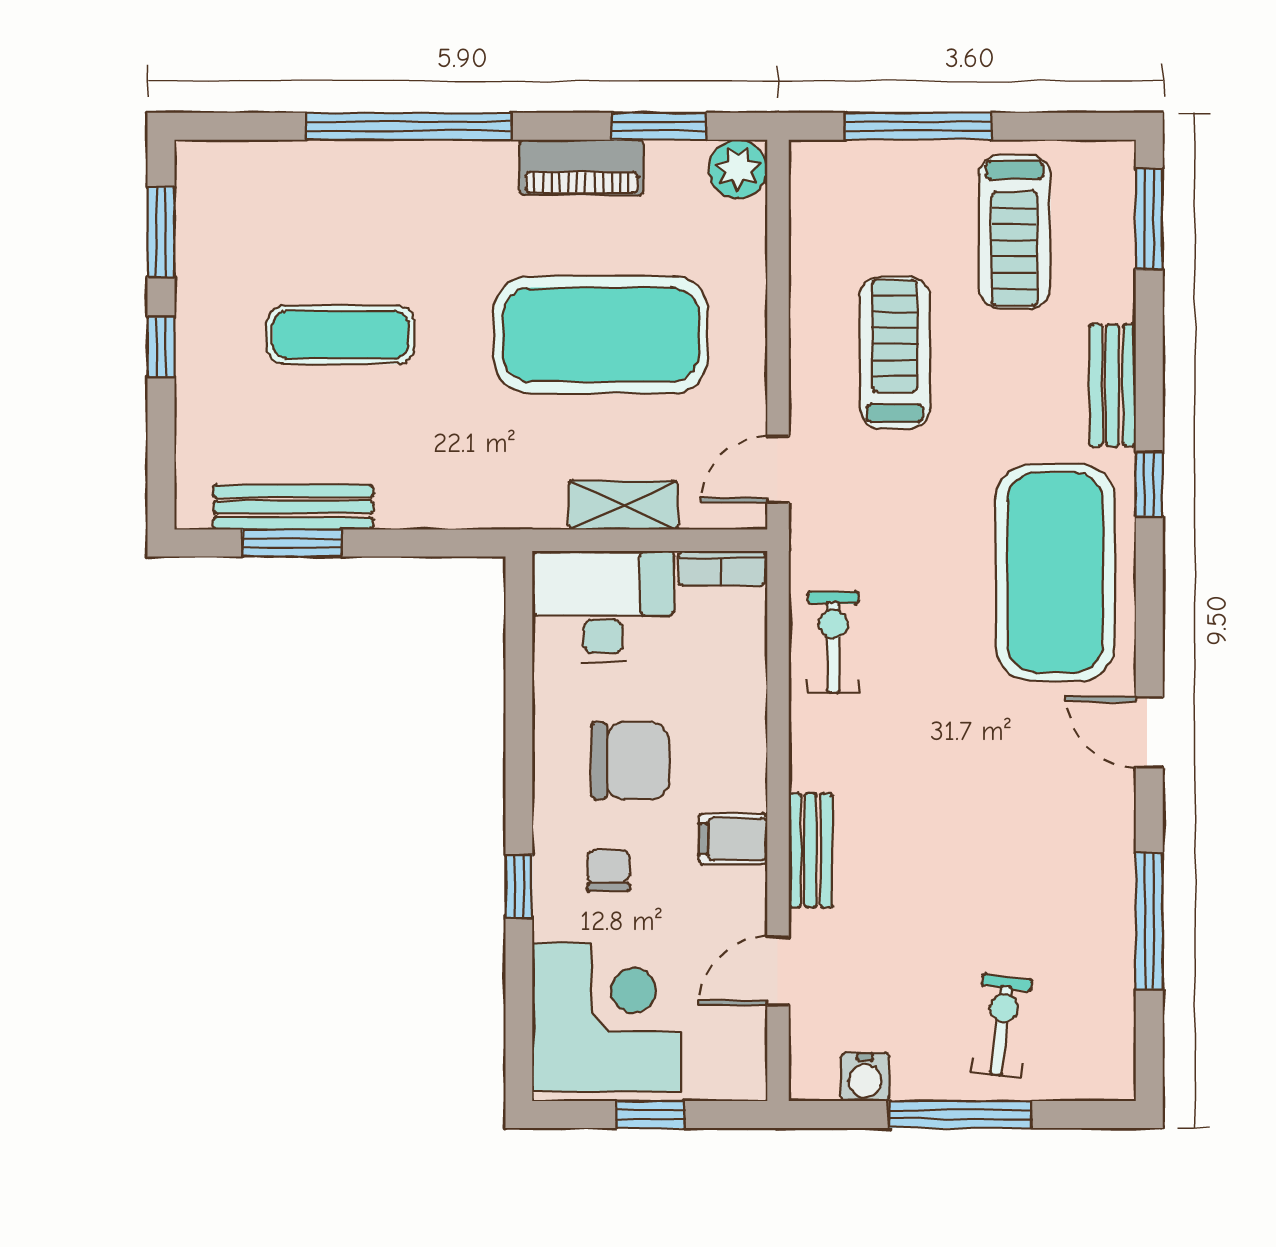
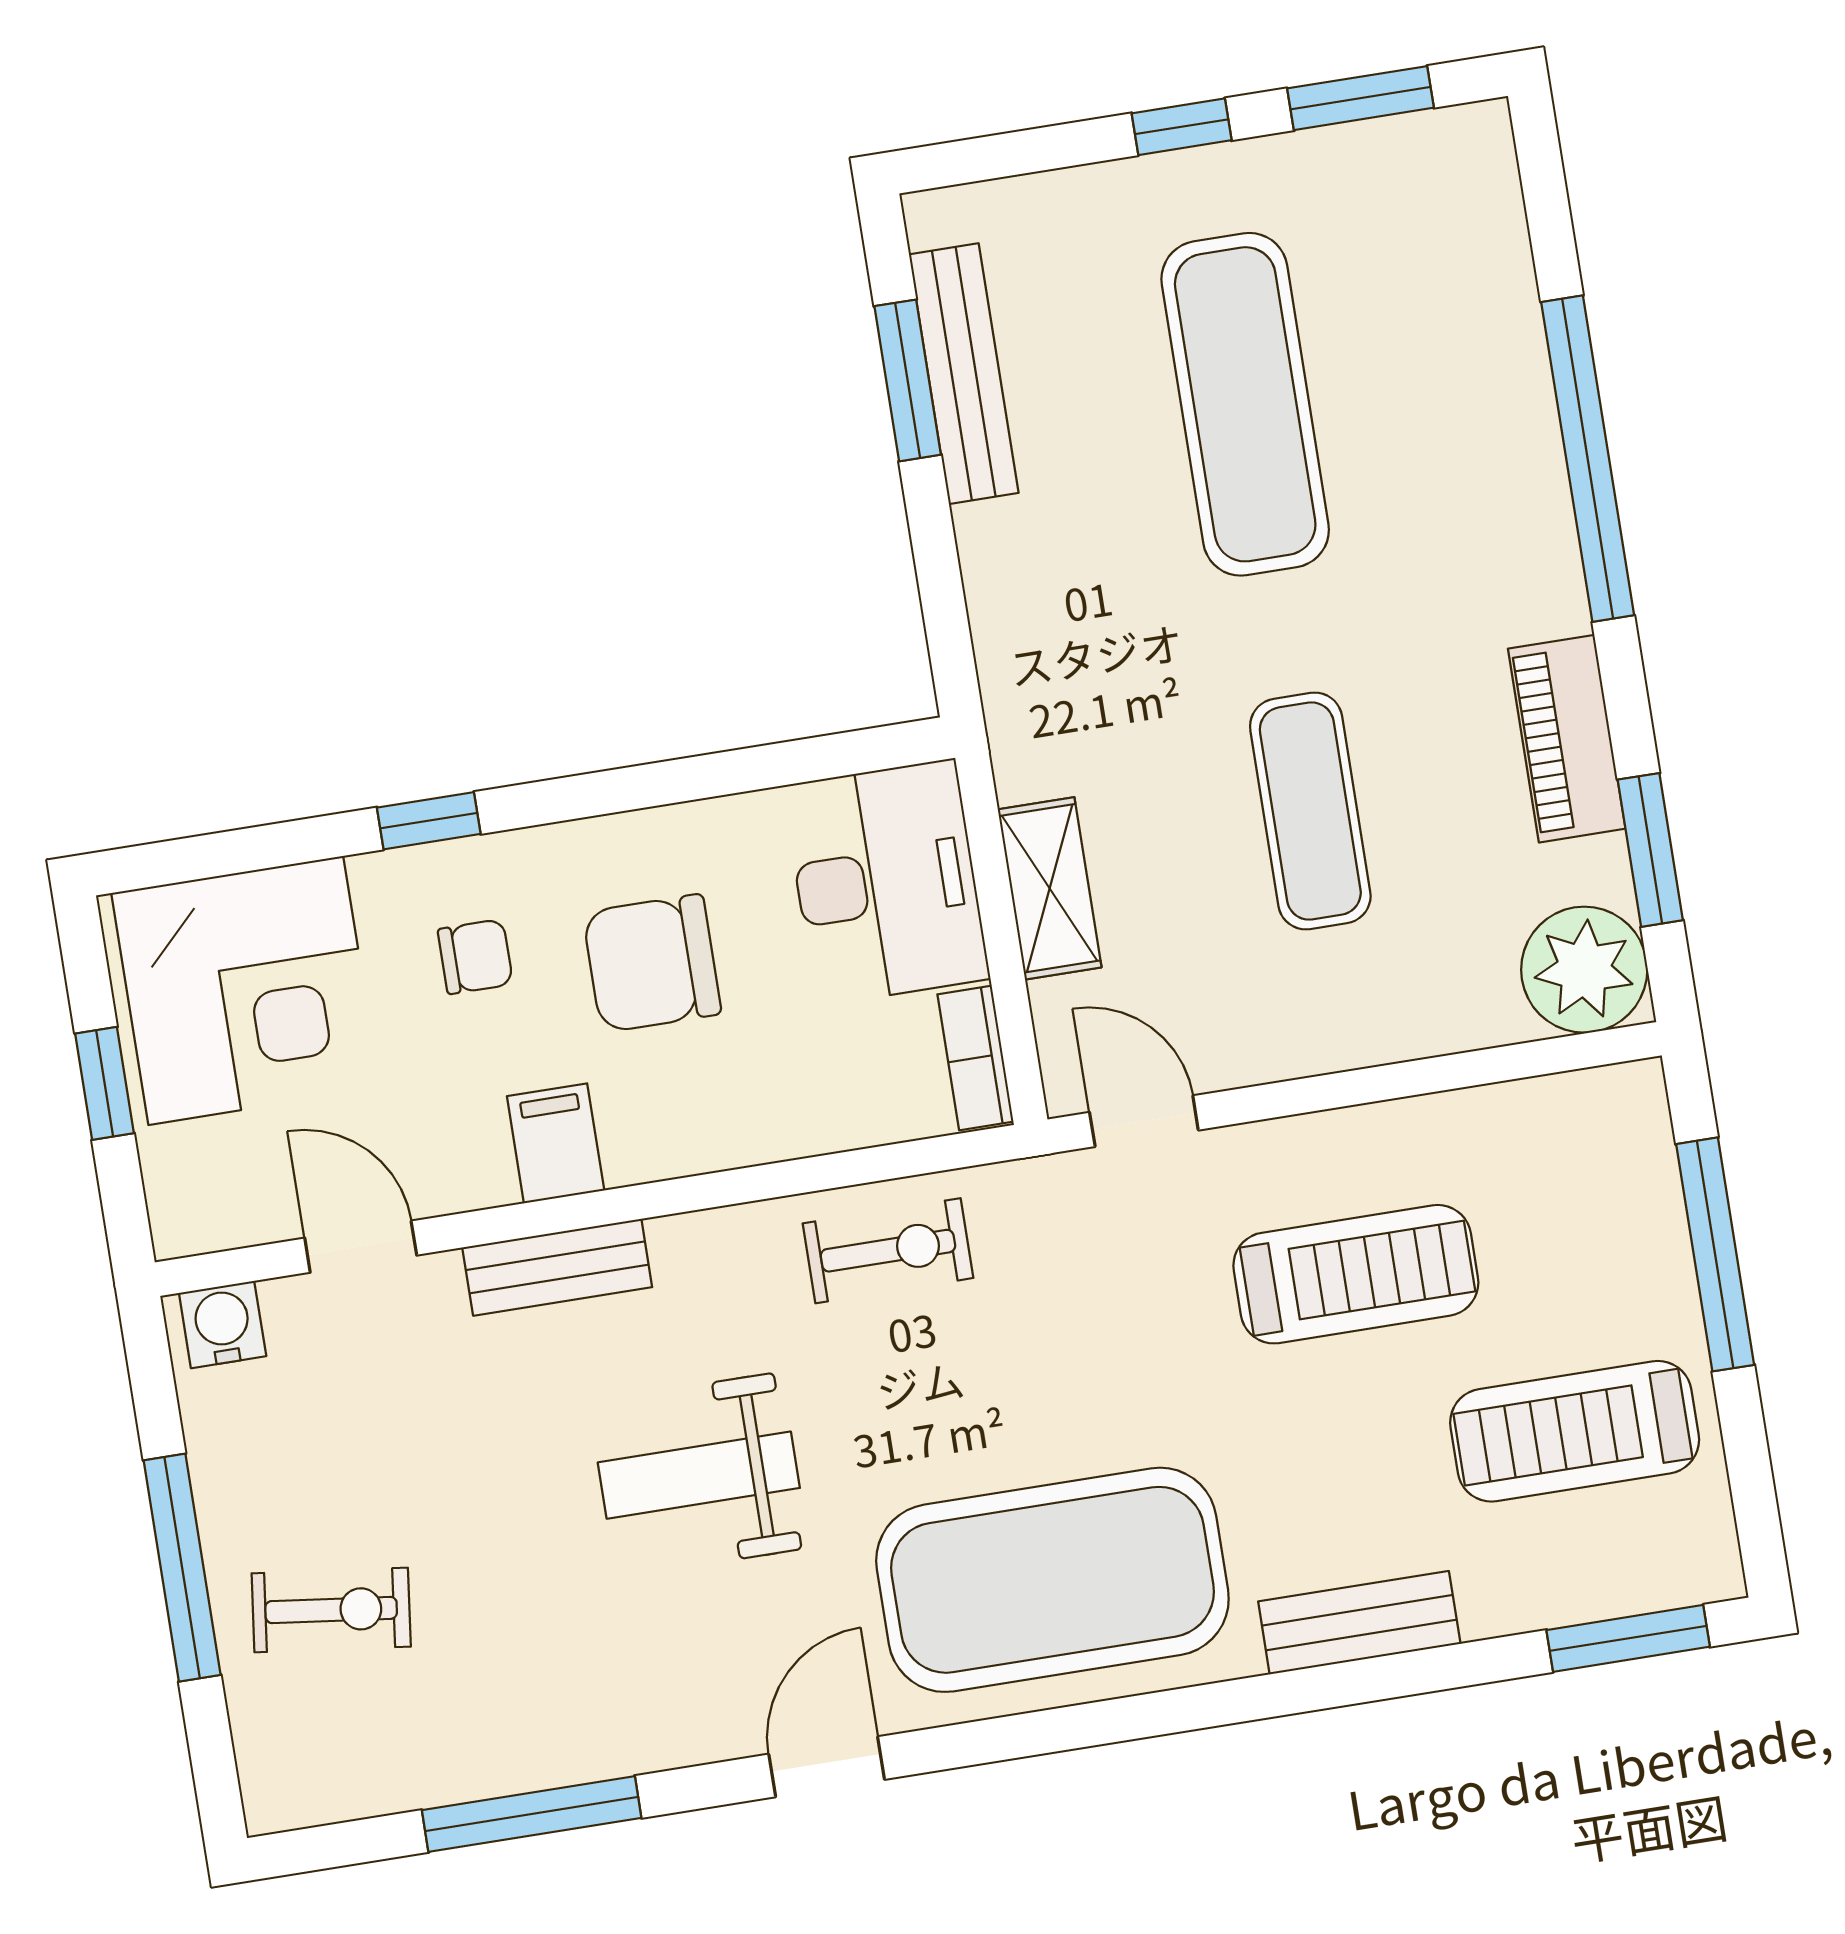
plant: (738, 169) -> (1584, 970), width x1.36, depth x1.36
exercise mat: (341, 335) -> (1245, 404), width x1.36, depth x1.45
exercise mat: (601, 335) -> (1310, 811), width x0.50, depth x0.69
window: (1149, 484) -> (1213, 1705), removed
chair: (630, 761) -> (652, 963), turned 90
weight bench: (954, 783) -> (699, 1475), added
water cooler: (865, 1077) -> (223, 1325), moved, turned 90

